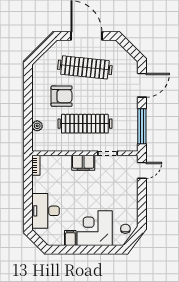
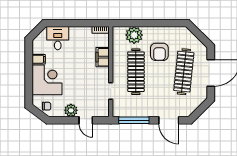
plant: (37, 126) -> (134, 35), width x1.87, depth x1.87
filing cabinet: (83, 163) -> (103, 57), moved
door: (142, 170) -> (86, 120), moved
plant: (130, 200) -> (71, 110), added
desk: (46, 211) -> (58, 38), width x0.73

